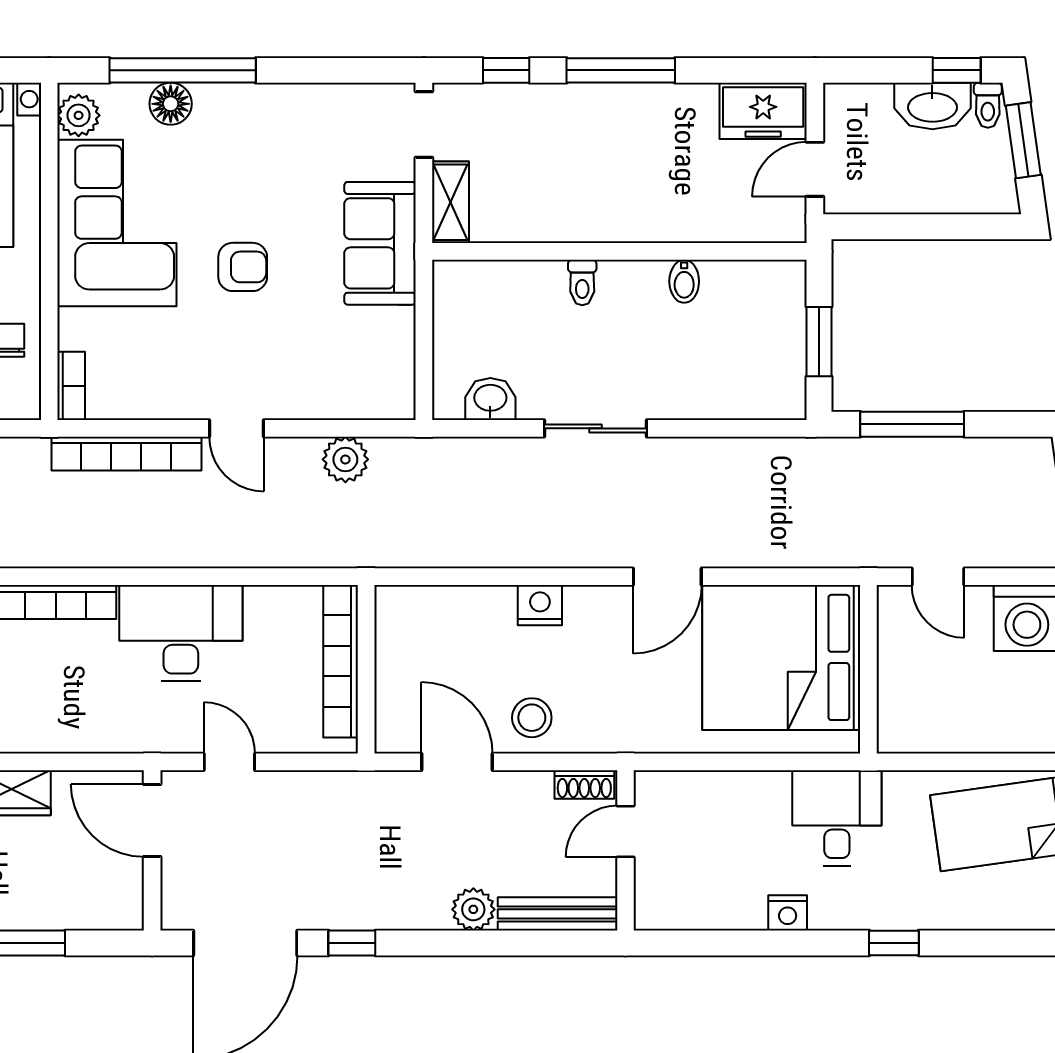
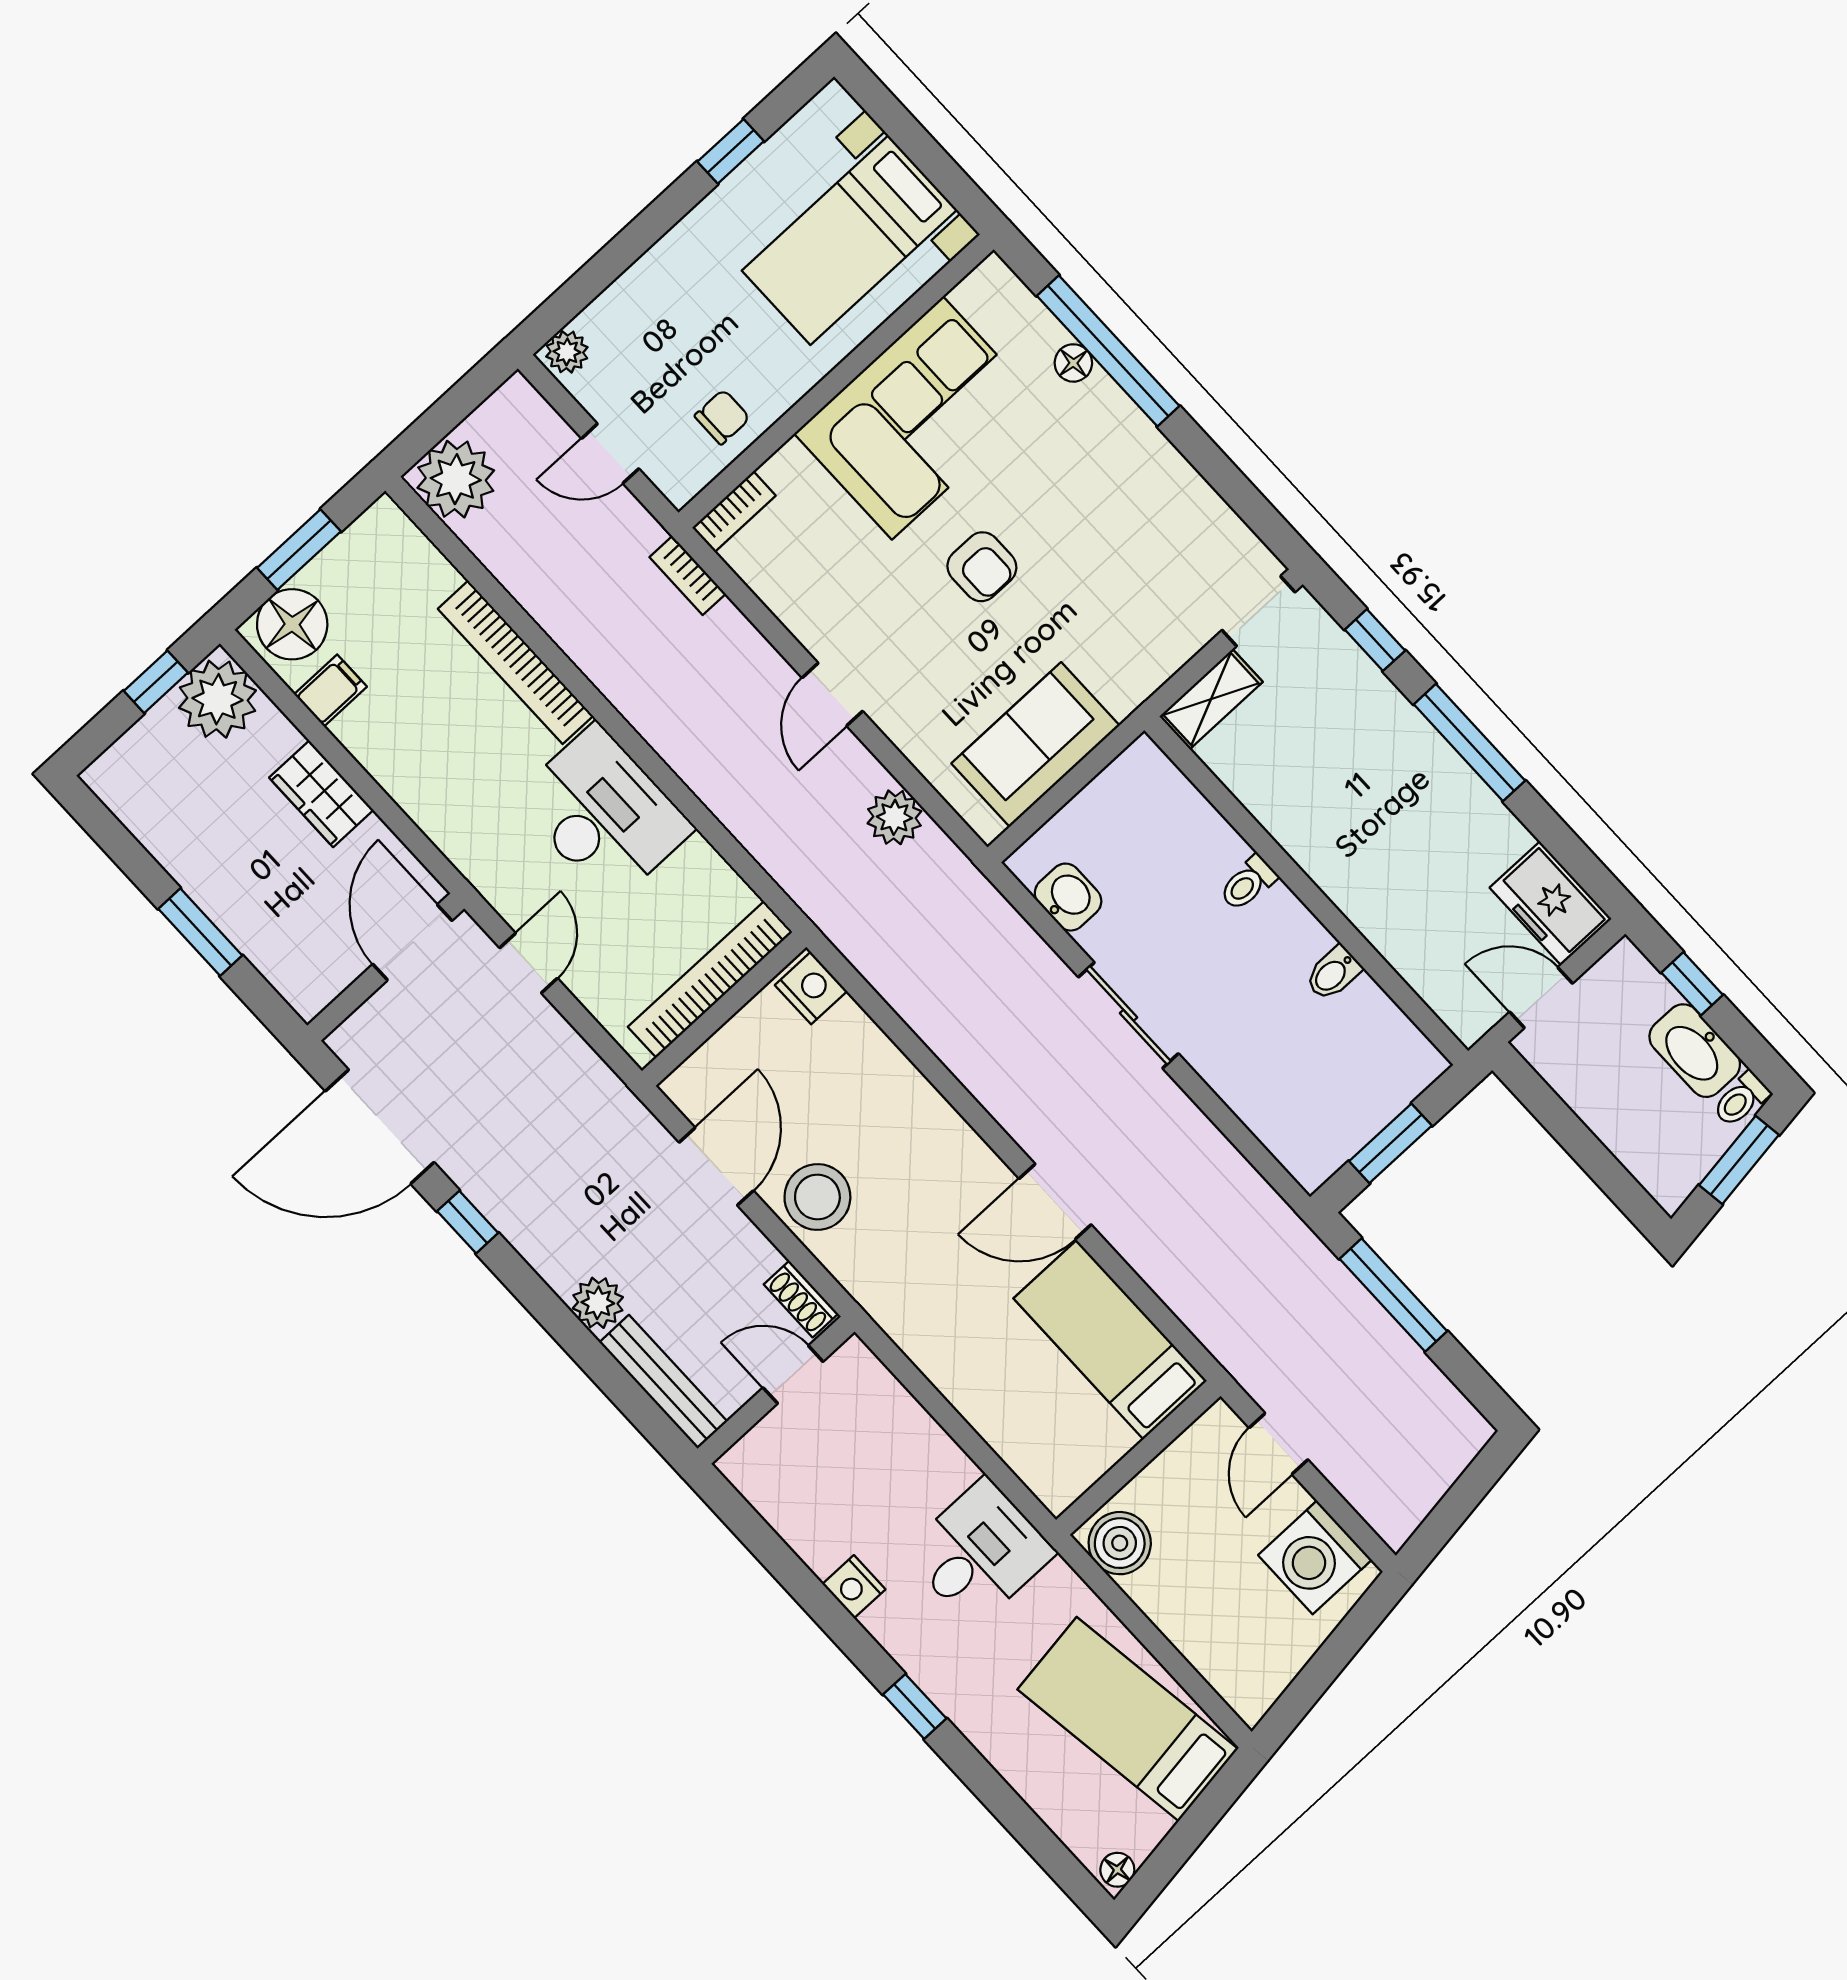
window: (957, 70) -> (1692, 984), moved
floor lamp: (171, 104) -> (1073, 363), width x0.73, depth x0.73
plant: (79, 115) -> (982, 295), removed
sofa: (380, 243) -> (1035, 744), moved
bookcase: (126, 454) -> (688, 576), width x0.43, depth x0.76
nightstand: (540, 605) -> (811, 988), moved
bed: (781, 657) -> (1110, 1340), width x0.49
stool: (532, 718) -> (817, 1197), width x1.38, depth x1.38
boiler: (909, 728) -> (1120, 1543), added

